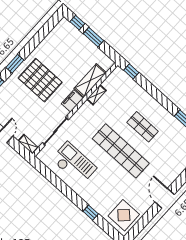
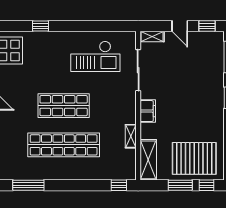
pallet: (40, 80) -> (194, 158), moved
shelving: (90, 80) -> (148, 160), moved
shop shelf: (143, 127) -> (64, 145), width x2.00, depth x1.36
shop shelf: (121, 151) -> (64, 106), width x0.71

